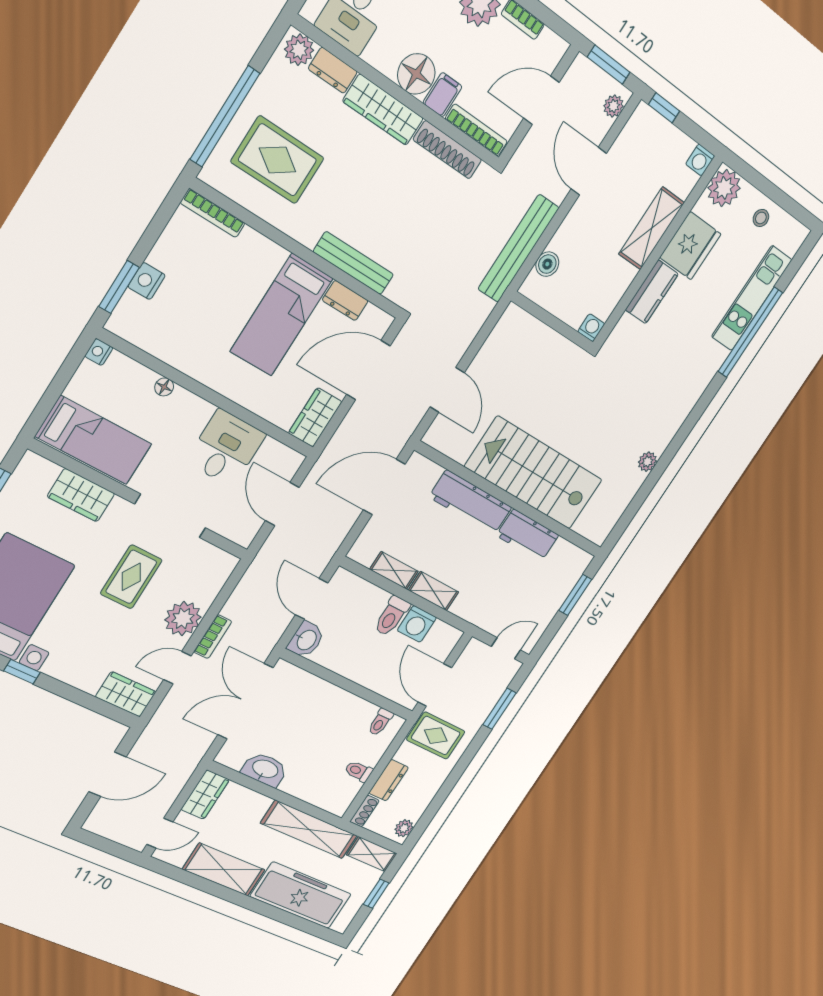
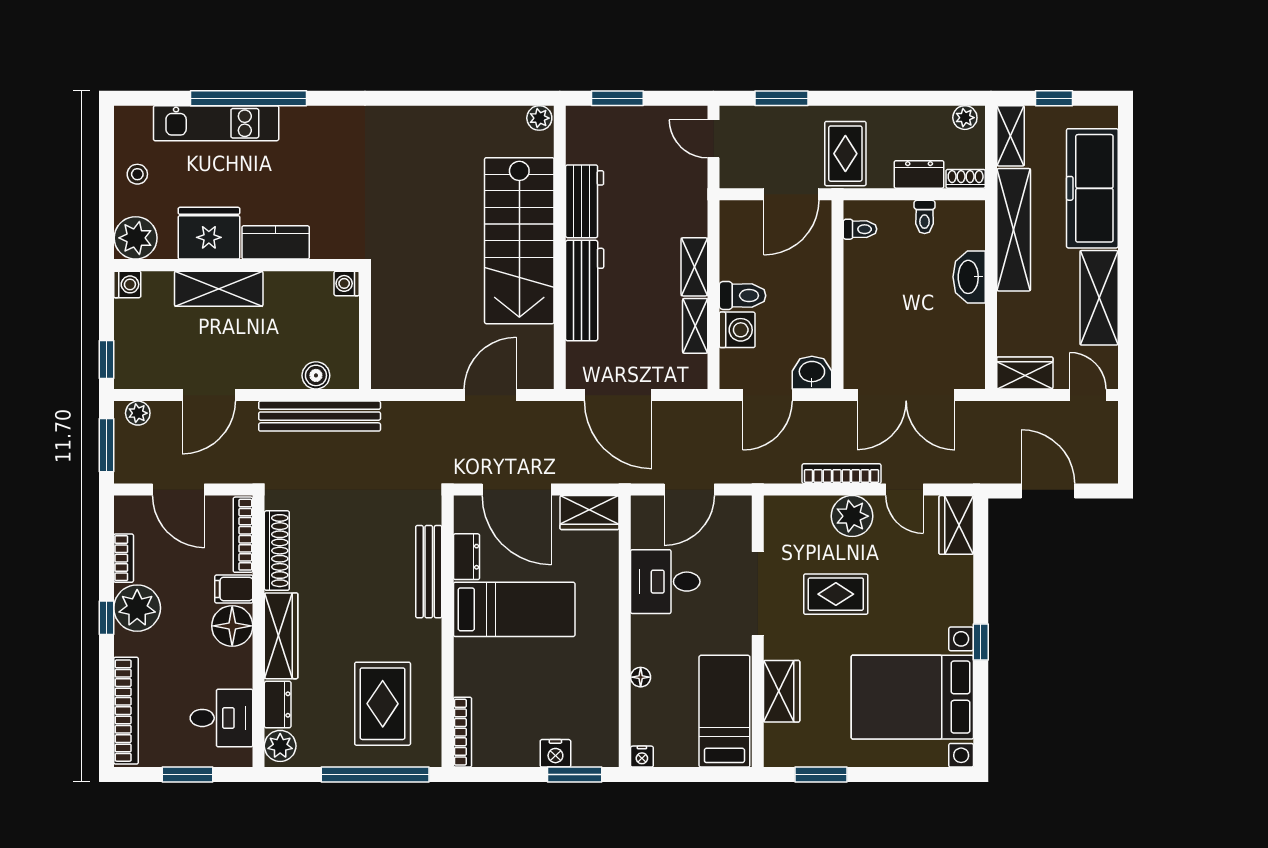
plant: (647, 462) -> (539, 118), moved
washing machine: (417, 624) -> (737, 330), moved
bookcase: (213, 637) -> (842, 474), width x1.56
washbasin: (265, 769) -> (969, 277), moved

